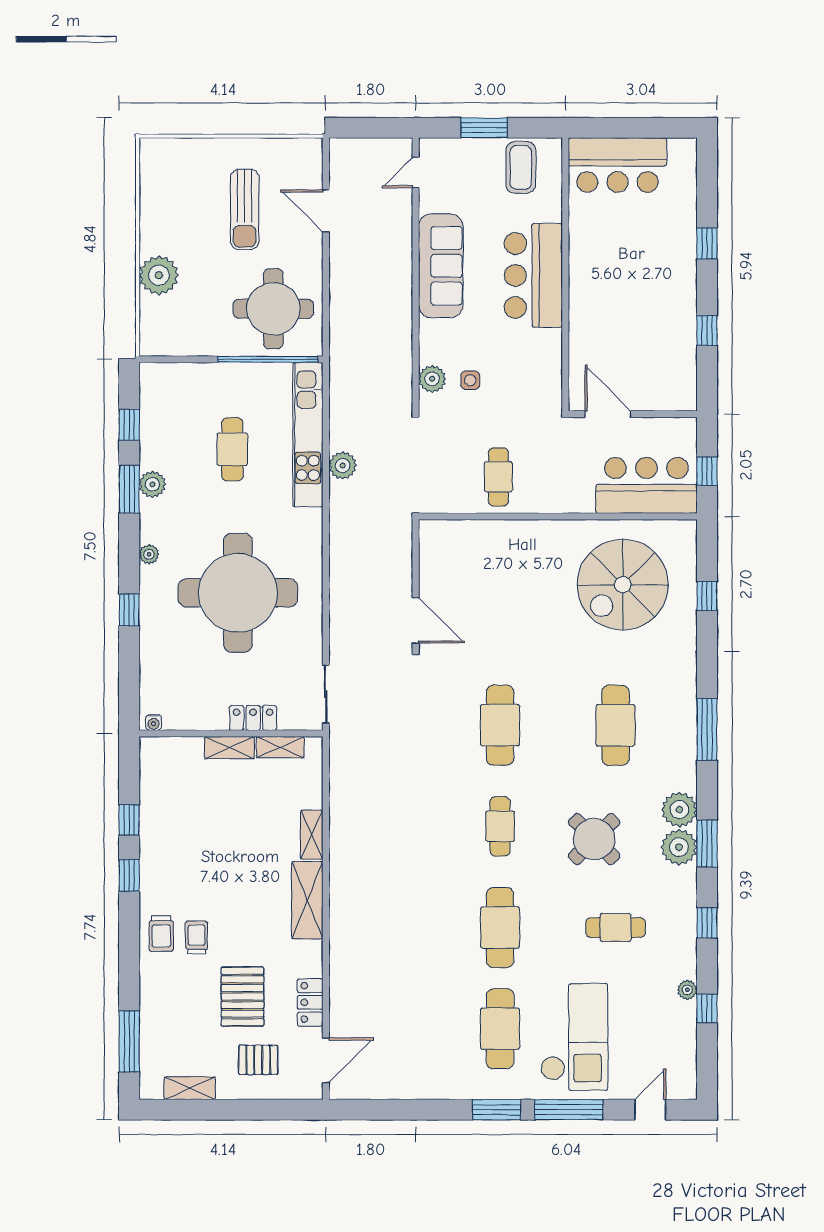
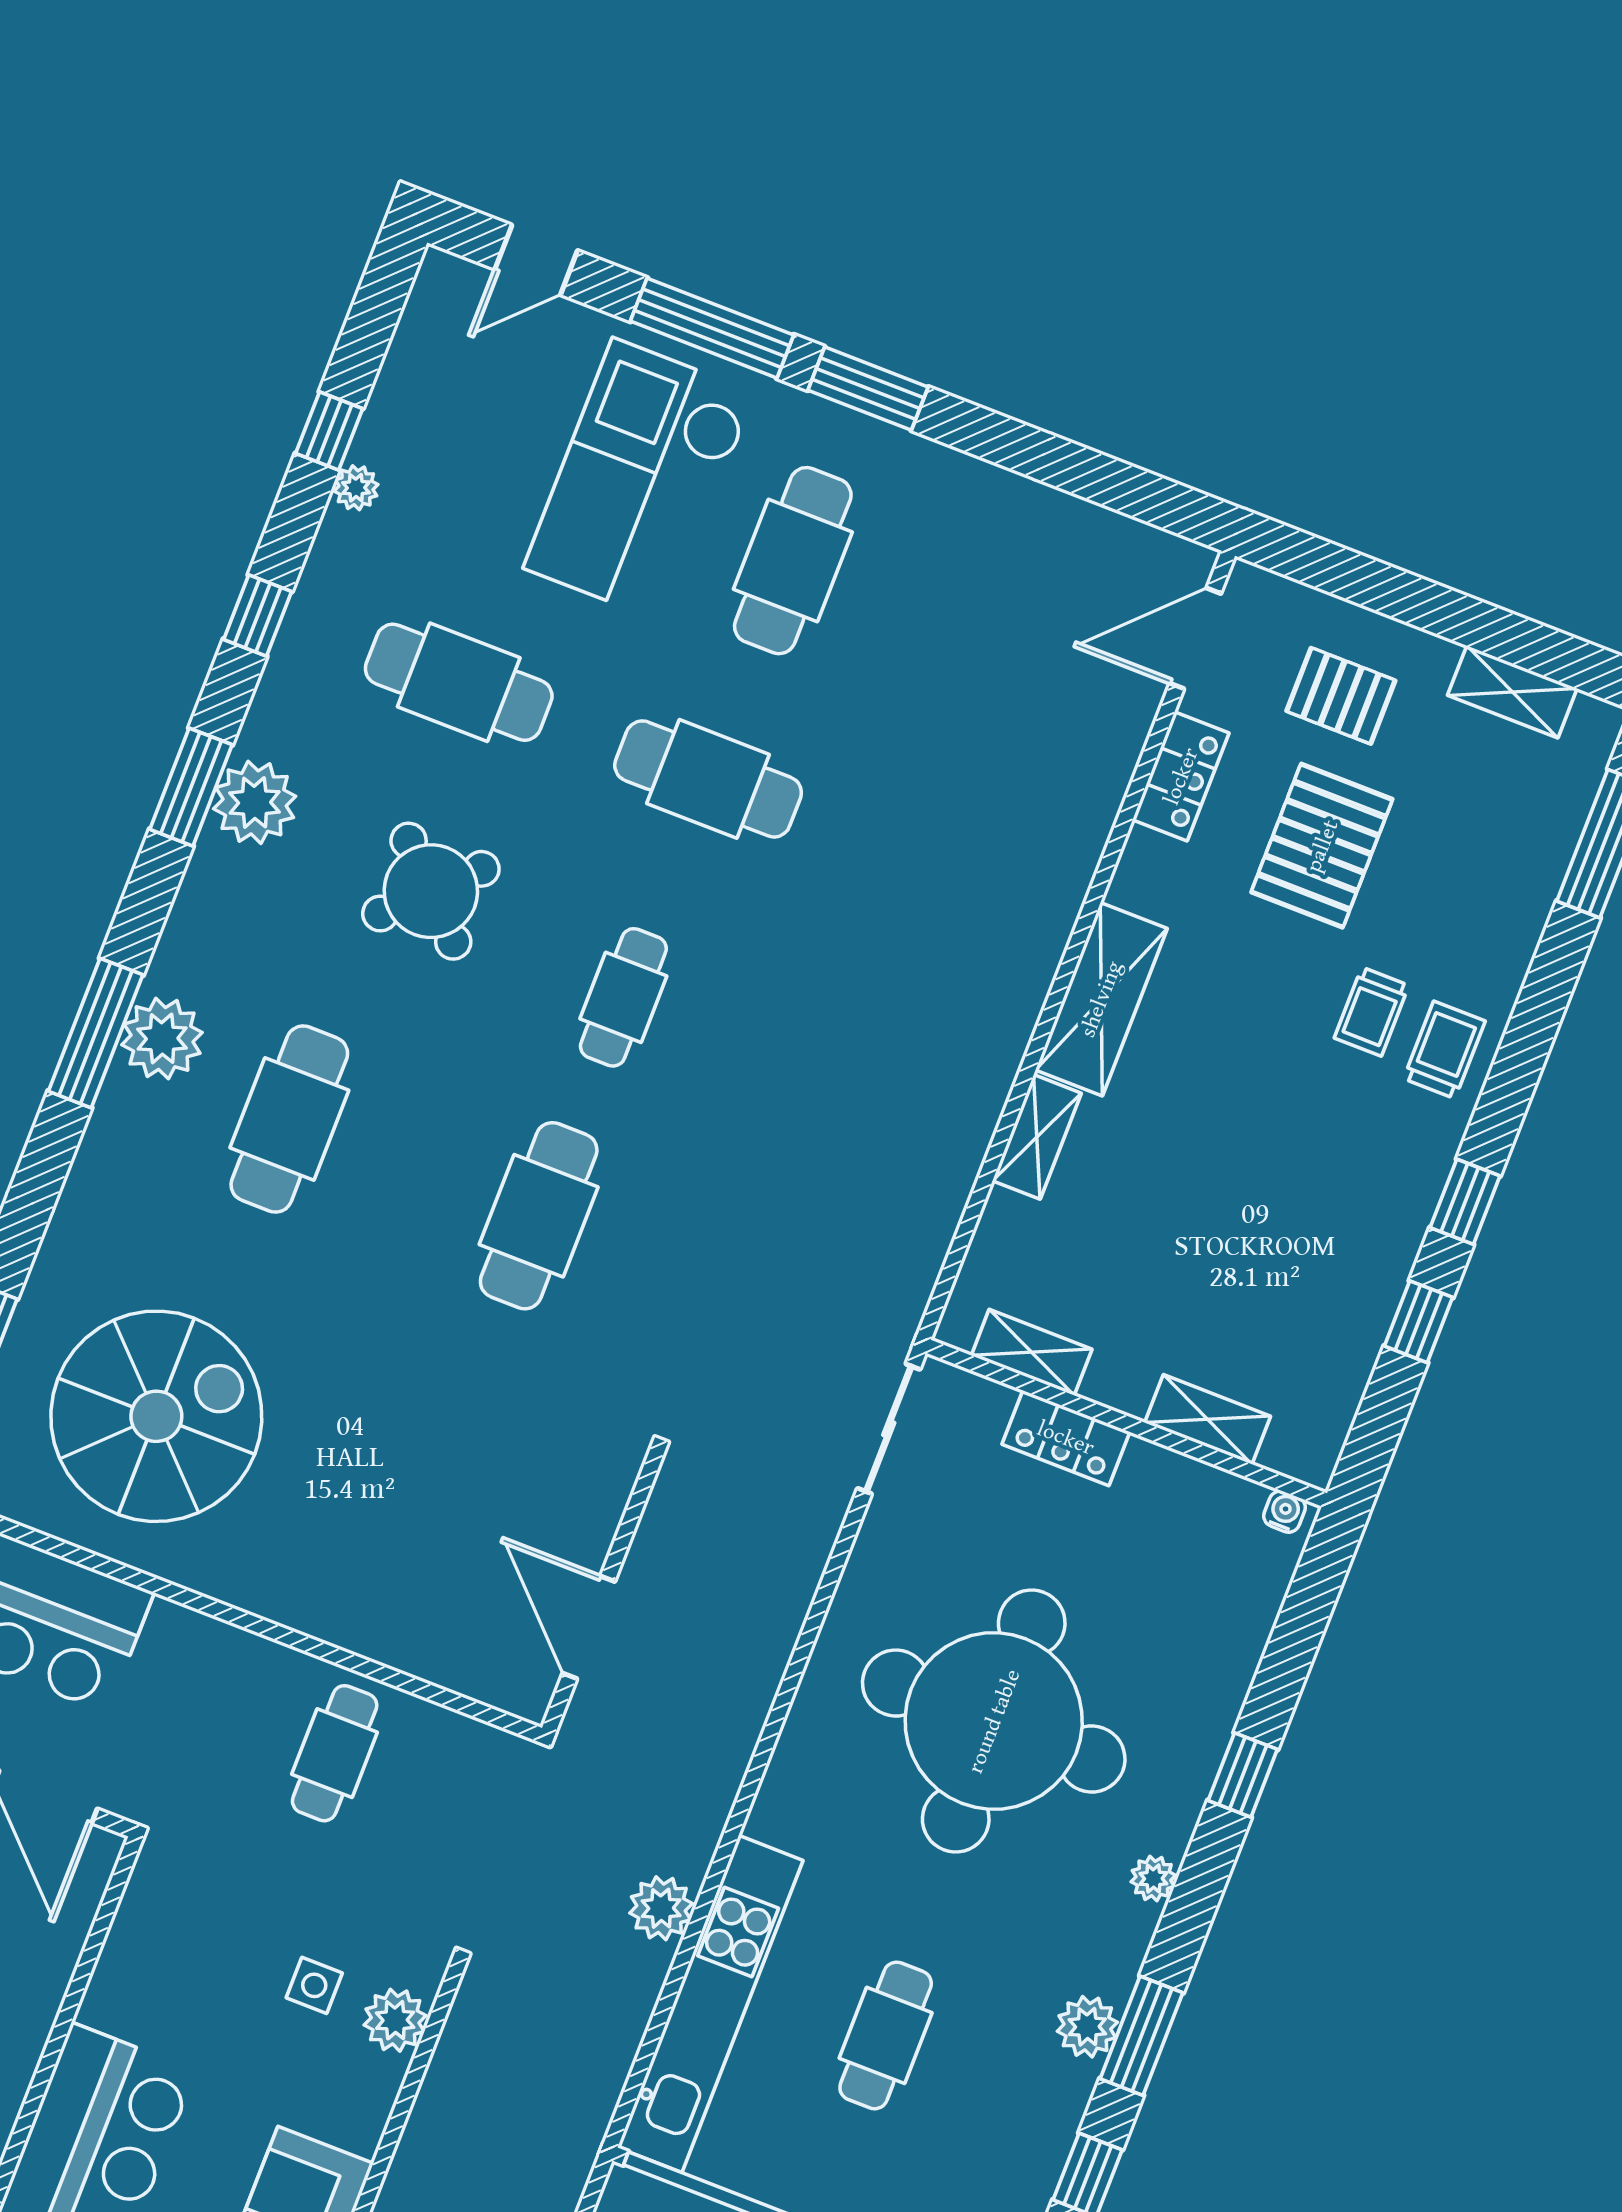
door: (416, 620) -> (589, 1627), moved
shelving: (229, 748) -> (1208, 1419), moved
plant: (679, 810) -> (162, 1039), moved
cafe table: (500, 928) -> (708, 779), turned 90
cafe table: (616, 928) -> (459, 682), width x1.37, depth x1.35

